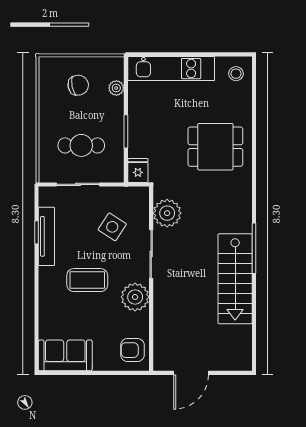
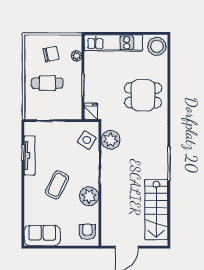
stool: (236, 74) -> (157, 46), width x1.89, depth x1.89
cafe table: (81, 145) -> (47, 83), moved
side table: (112, 227) -> (87, 140), moved
stairs: (235, 279) -> (156, 210), moved
coffee table: (87, 280) -> (57, 185), turned -63
armchair: (132, 350) -> (87, 232), turned 90

